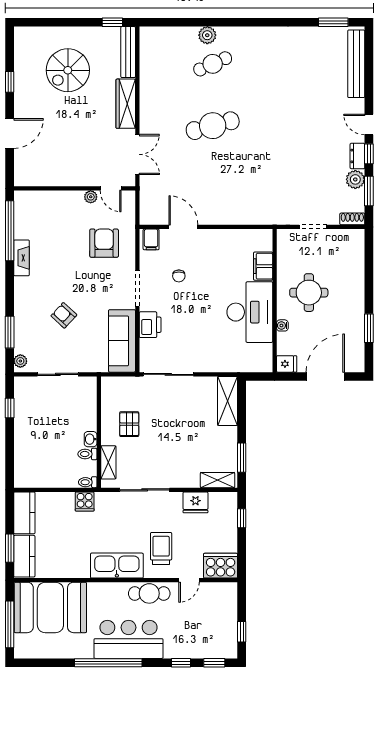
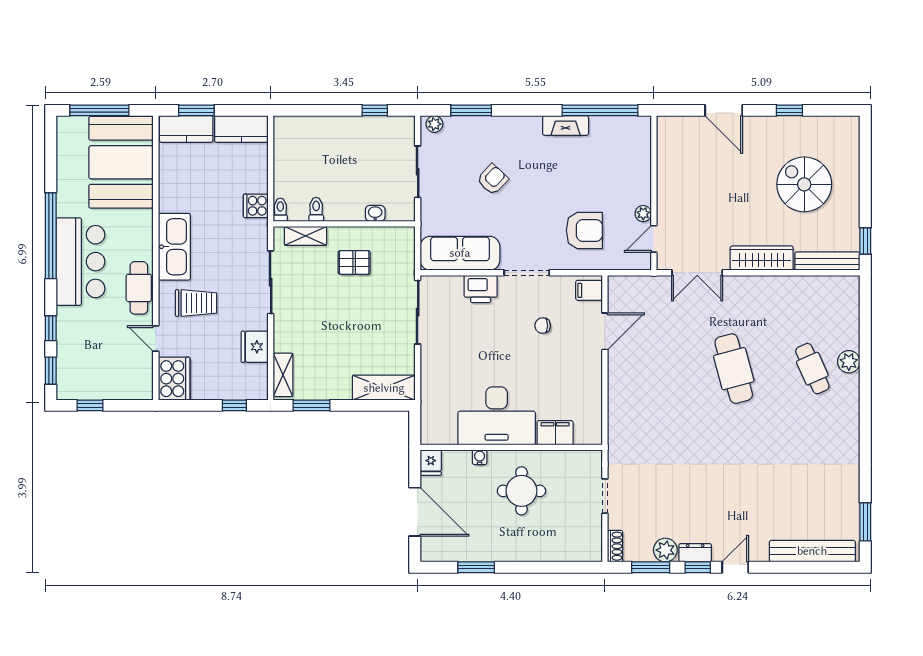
washbasin: (91, 439) -> (375, 213), moved

